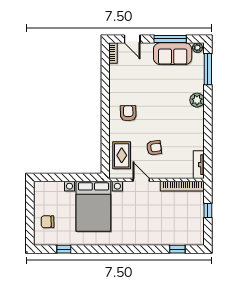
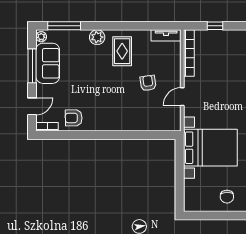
armchair: (128, 113) -> (74, 118), moved
rug: (122, 155) -> (122, 51), moved, turned 90

